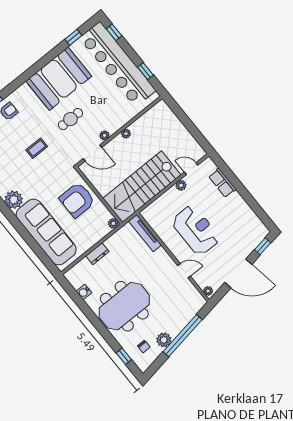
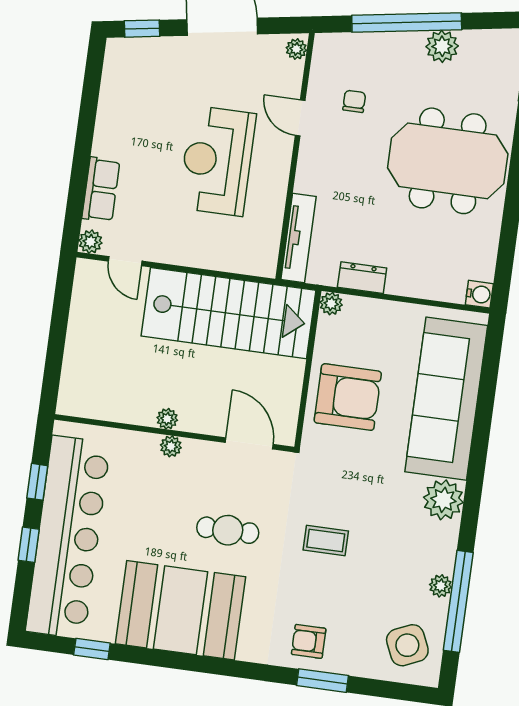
window: (114, 32) -> (29, 545), moved
plant: (105, 135) -> (171, 446), moved
plant: (181, 185) -> (90, 242), moved
dresser: (97, 254) -> (362, 278), moved
water cooler: (84, 292) -> (479, 294), moved
chair: (144, 347) -> (354, 101), moved

